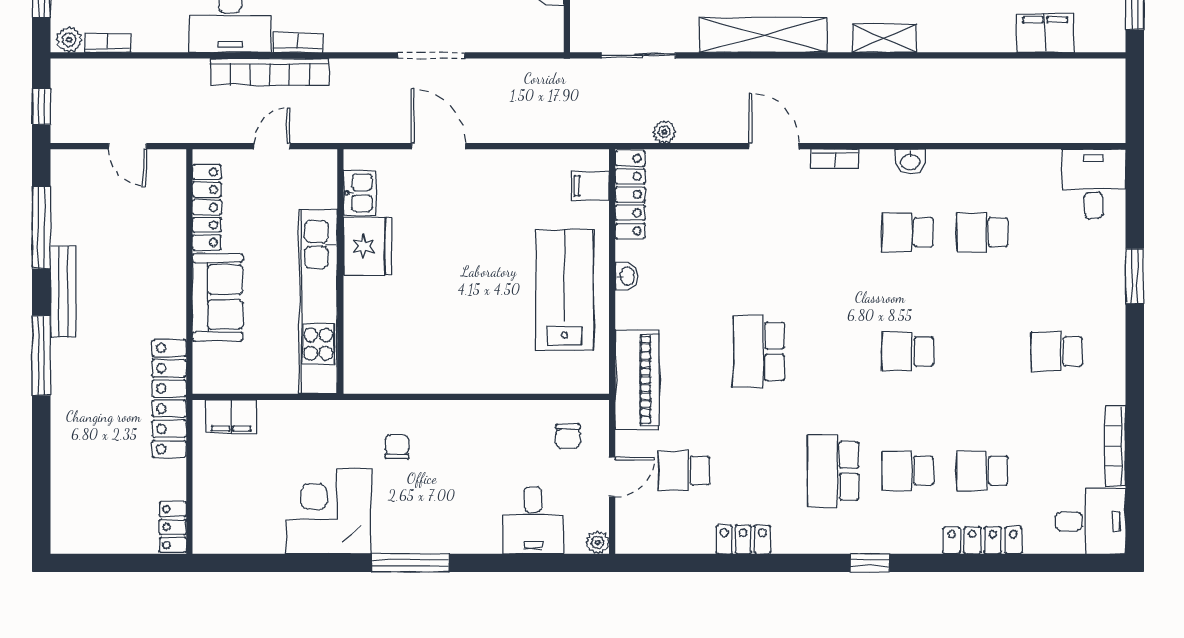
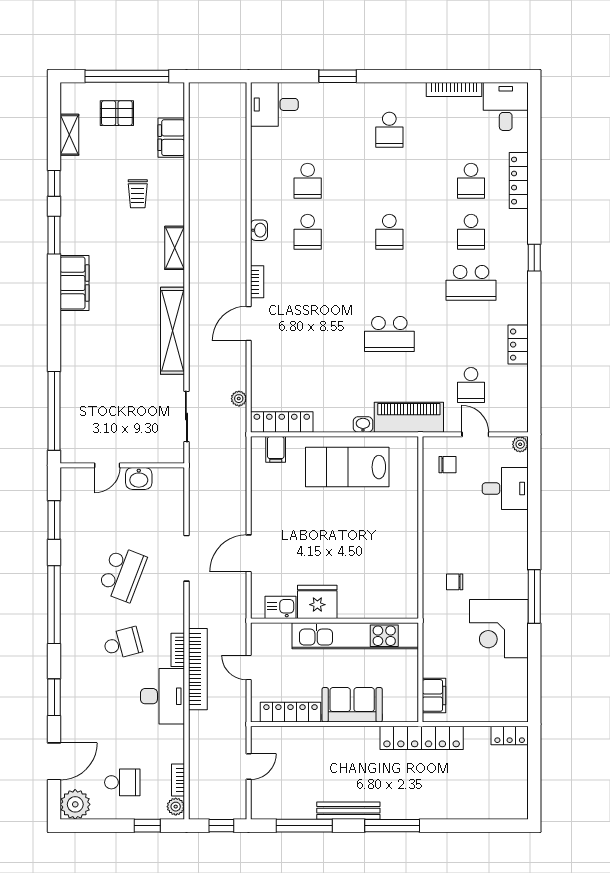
washbasin: (627, 276) -> (363, 424), moved
window: (410, 563) -> (534, 596), moved

